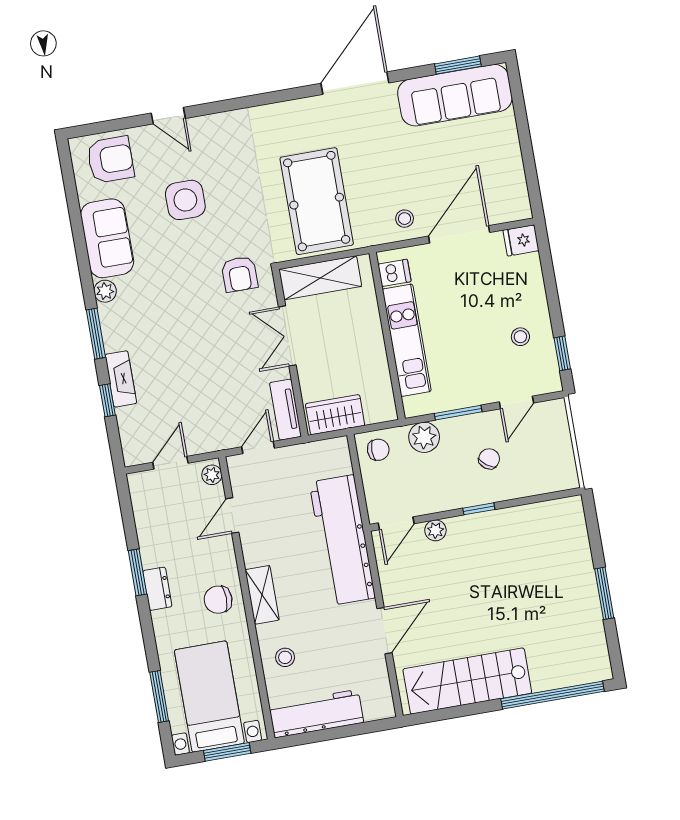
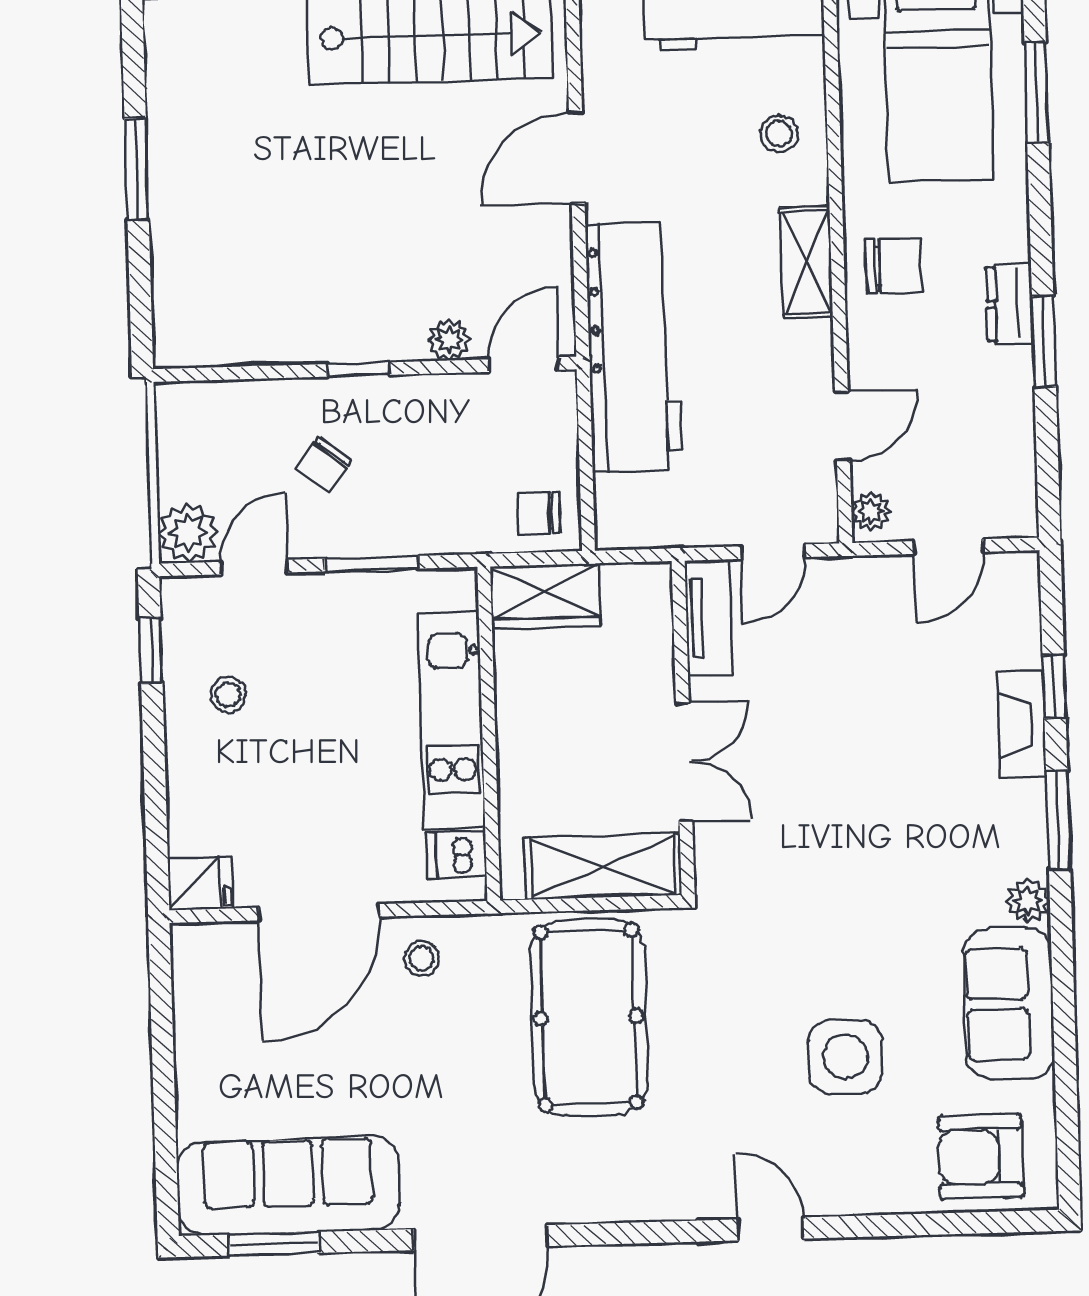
door: (168, 116) -> (771, 1229), moved
armchair: (239, 274) -> (760, 896), removed
wardrobe: (335, 415) -> (545, 596), moved
plant: (424, 437) -> (188, 533), moved

